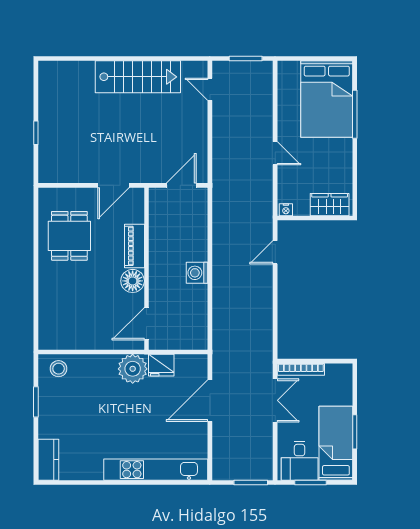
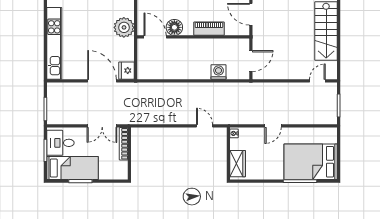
door: (181, 185) -> (251, 61), hinge flipped
washing machine: (197, 273) -> (219, 72), moved
floor lamp: (133, 281) -> (174, 27), moved
fridge: (161, 365) -> (126, 71), moved

